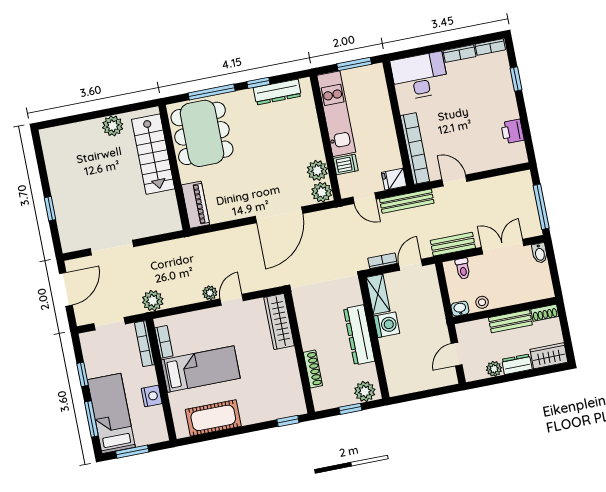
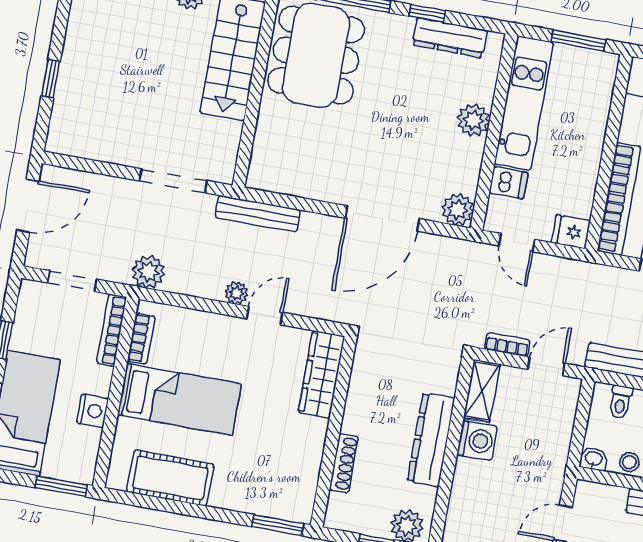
plant: (317, 170) -> (474, 120), moved
bench: (407, 201) -> (258, 214), moved
piano: (196, 205) -> (266, 156), removed
doorway: (112, 248) -> (173, 181), moved
window: (288, 421) -> (278, 525), width x1.50
window: (132, 452) -> (61, 486), moved

